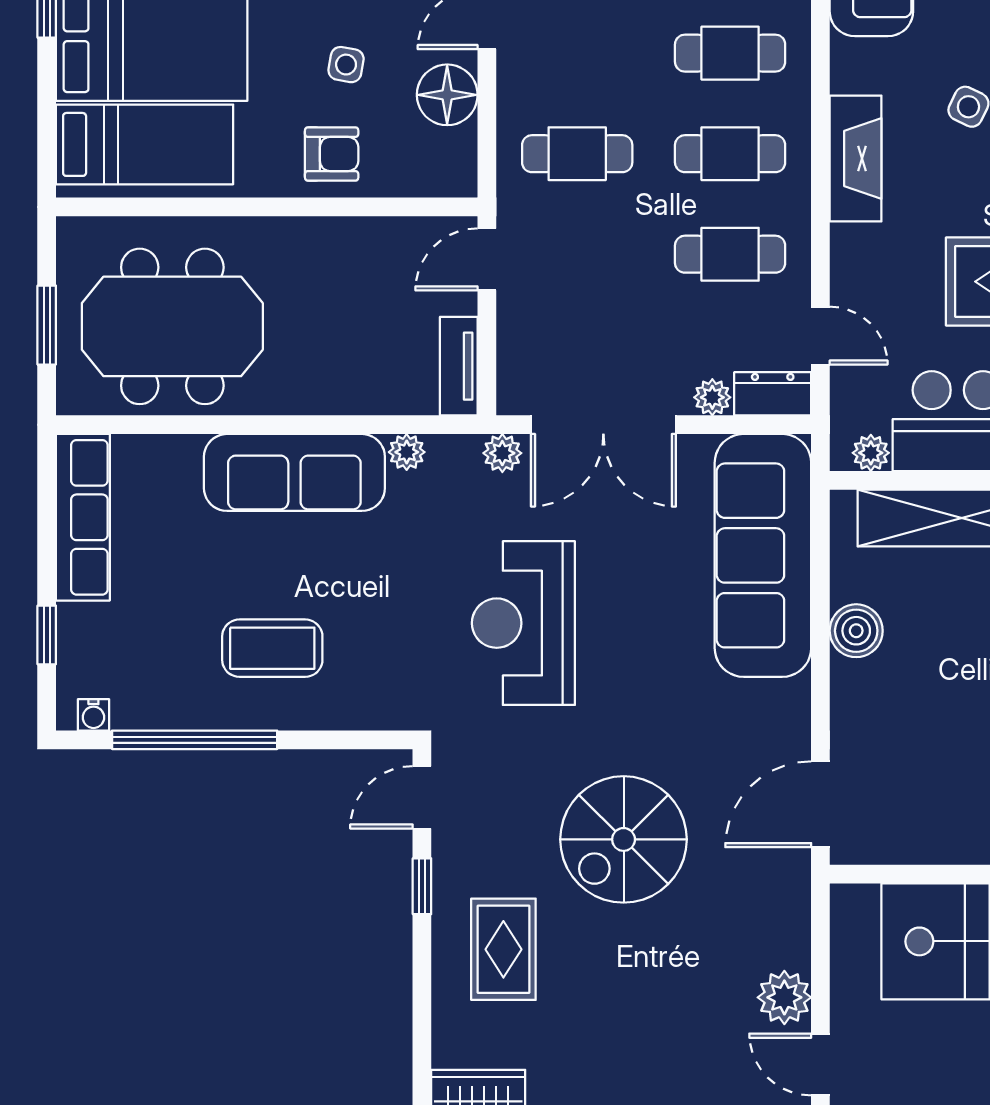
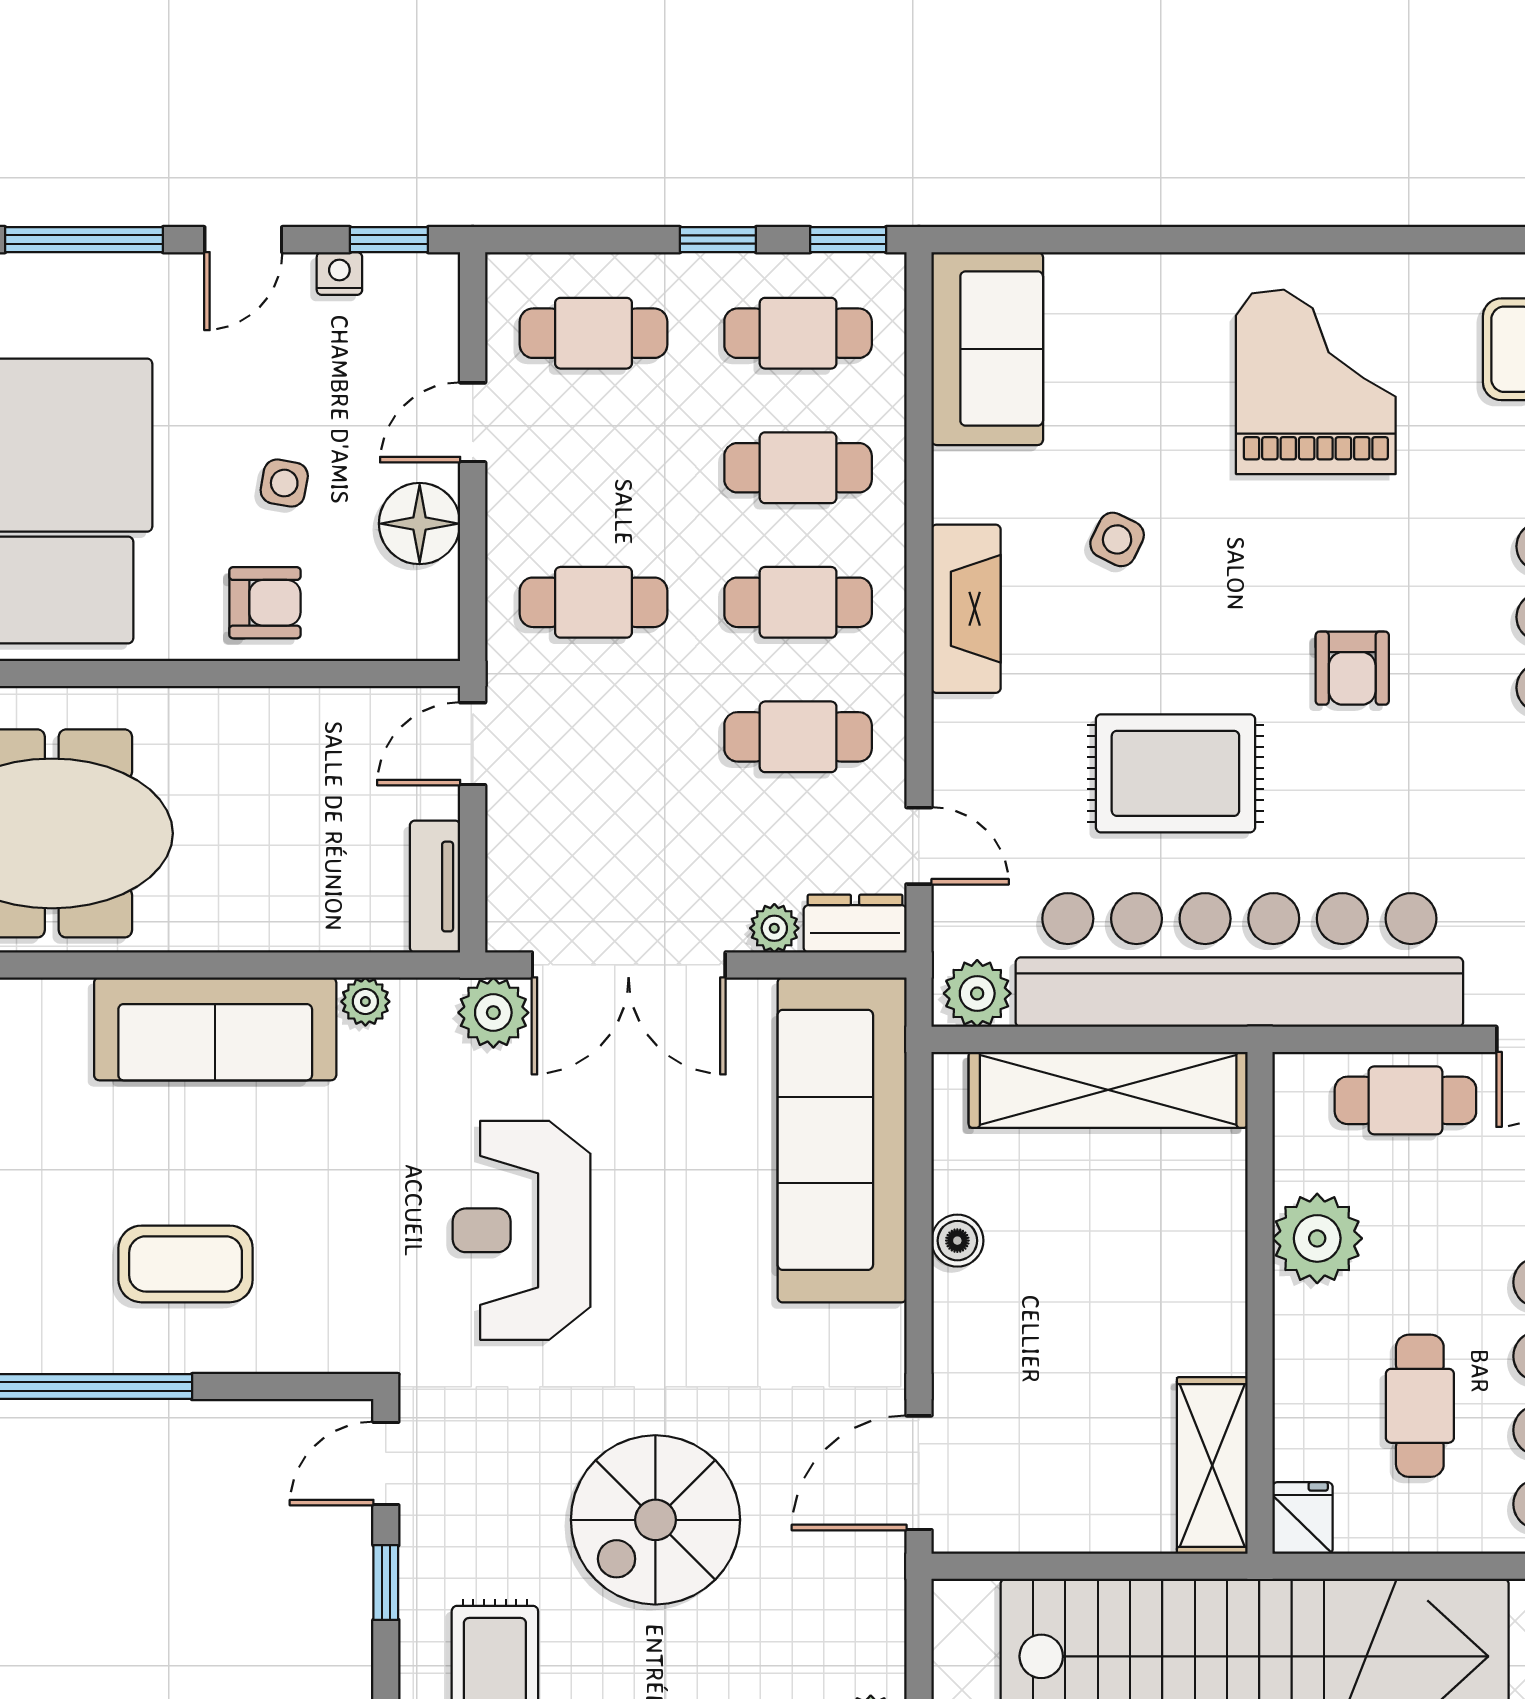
plant: (502, 453) -> (493, 1013), width x1.38, depth x1.38
plant: (871, 453) -> (977, 993), width x1.38, depth x1.38
boiler: (856, 631) -> (957, 1241), width x0.73, depth x0.73

